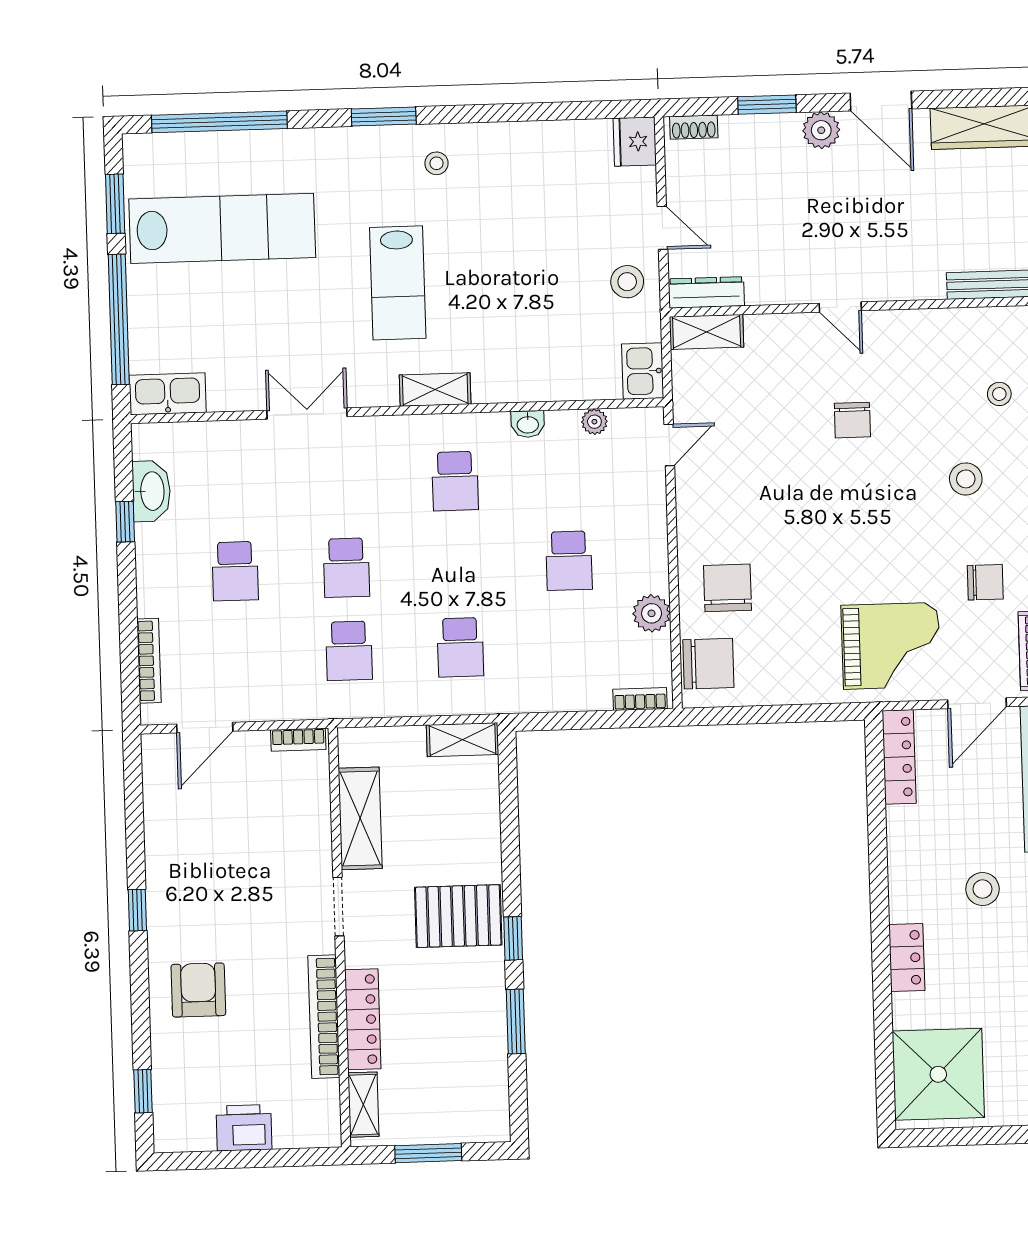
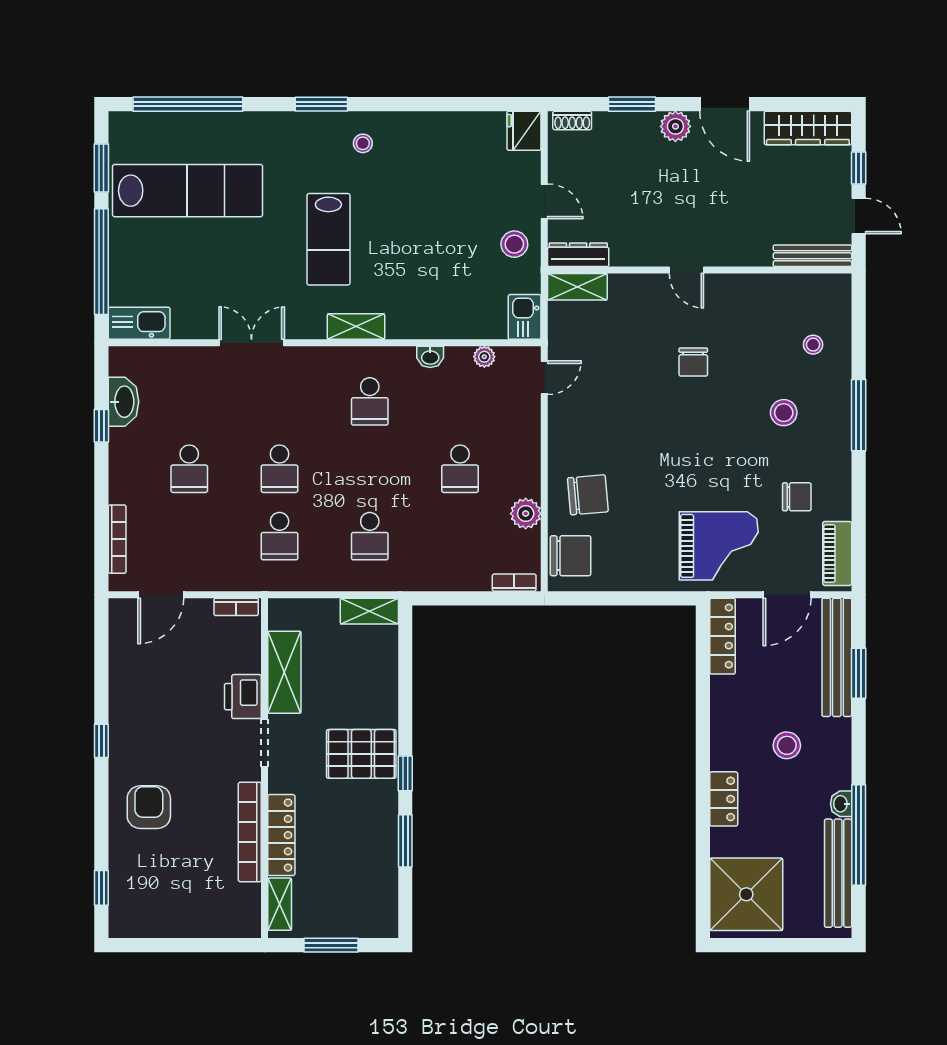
chair: (727, 588) -> (588, 495), turned 85
printer: (244, 1128) -> (243, 697), moved, turned -90

